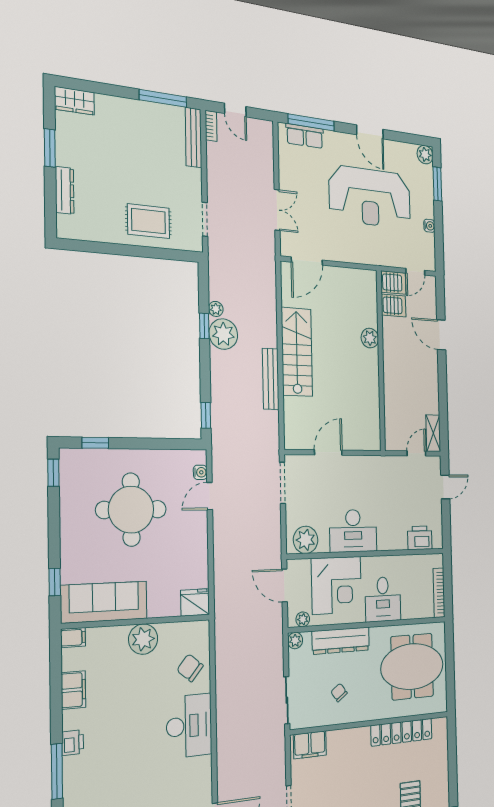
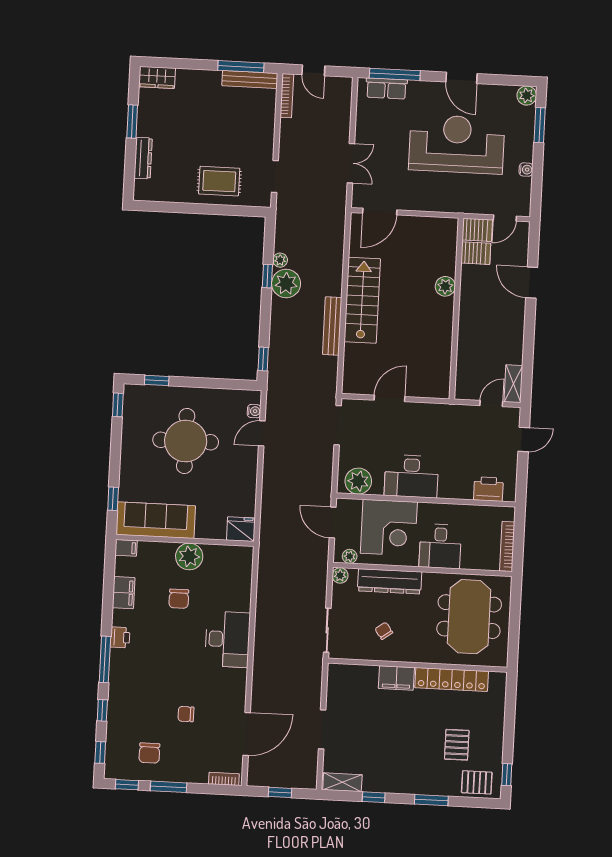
bookcase: (211, 126) -> (287, 96), width x1.56
bench: (194, 137) -> (250, 79), moved, turned 90
reception desk: (370, 197) -> (457, 144), turned 180
meeting table: (412, 667) -> (469, 617), turned 90
chair: (190, 668) -> (179, 599), moved, turned -130
filing cabinet: (310, 745) -> (396, 678), moved

